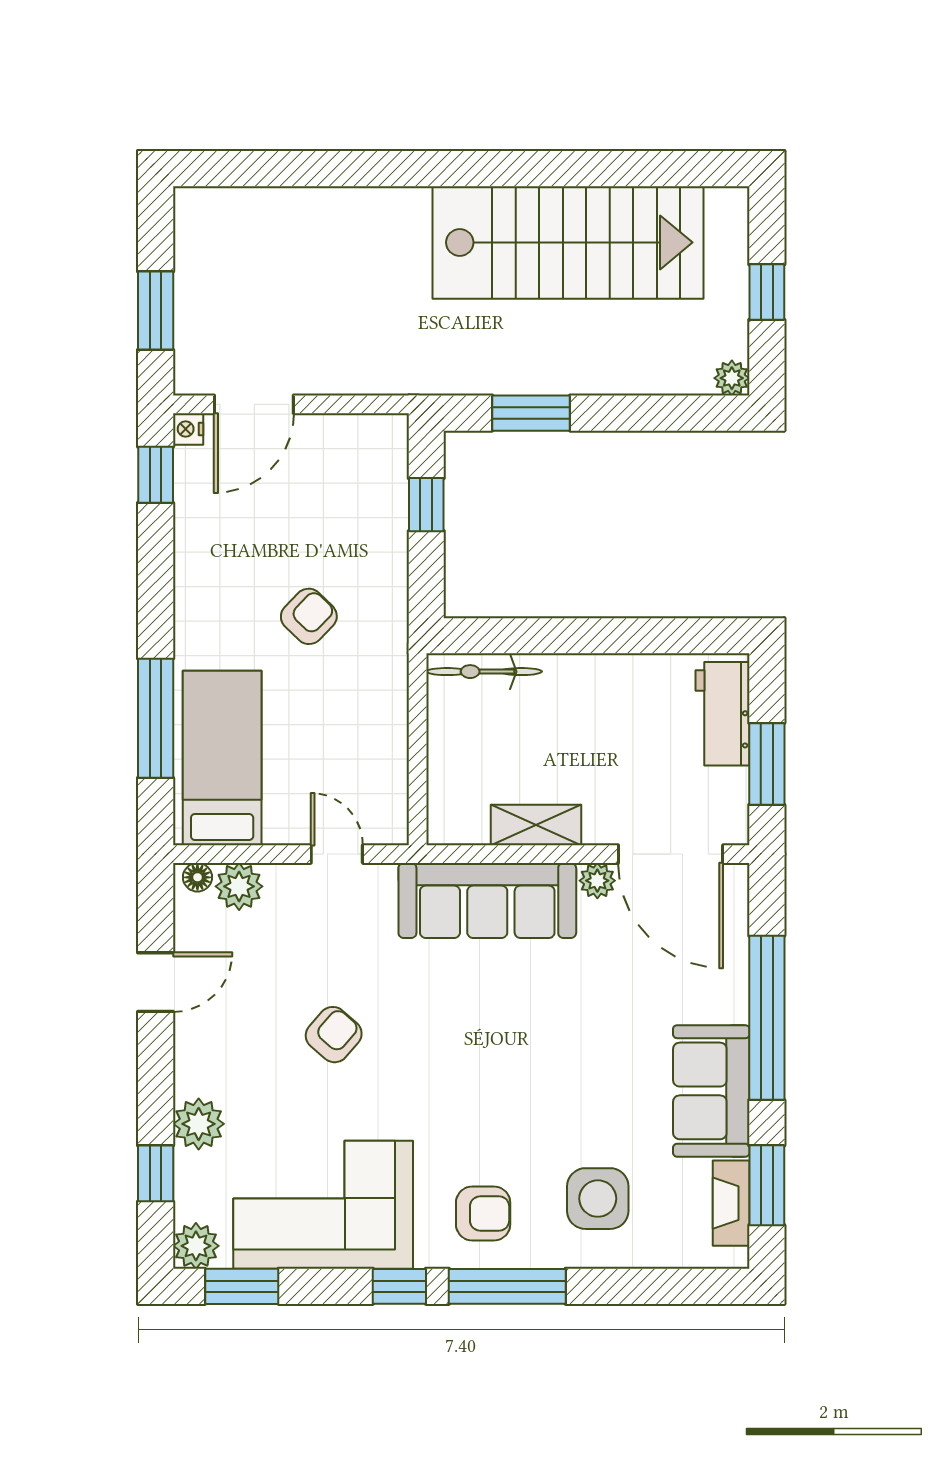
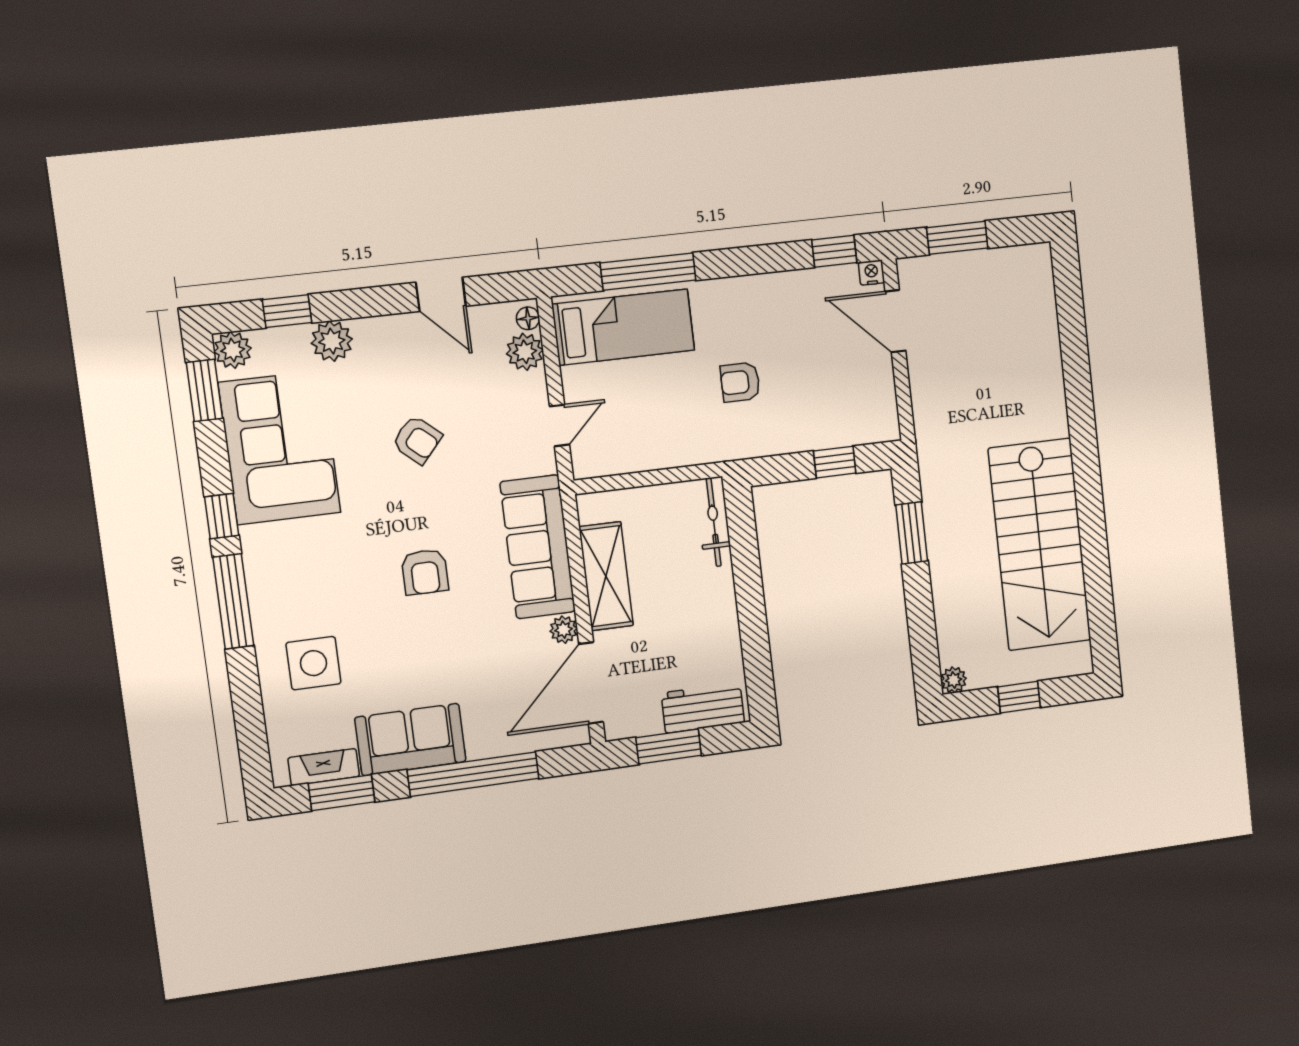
armchair: (309, 616) -> (740, 382), turned 136
shelving: (536, 825) -> (606, 576), width x1.50, depth x1.33
armchair: (483, 1213) -> (425, 572), moved

